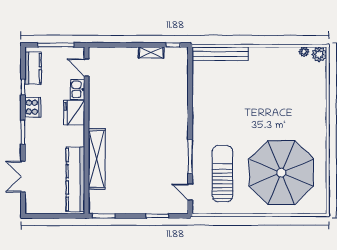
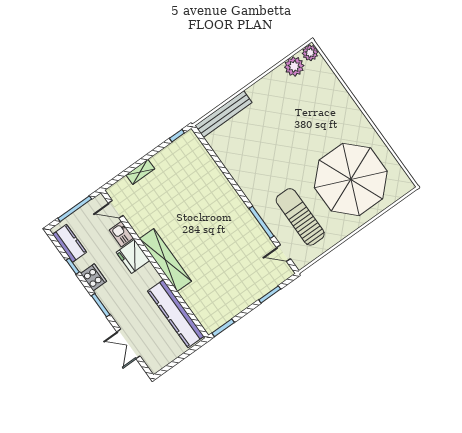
shelving: (151, 52) -> (140, 172), moved
plant: (304, 52) -> (294, 66), width x1.87, depth x1.87
shelving: (97, 159) -> (165, 260), moved

